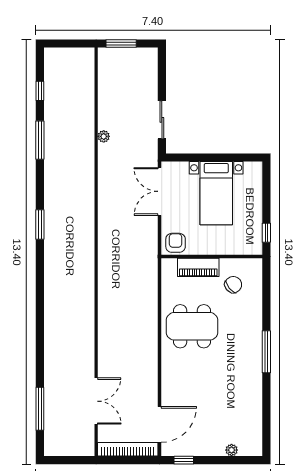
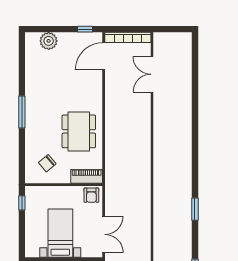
piano: (198, 267) -> (87, 176), moved
dining table: (192, 326) -> (79, 131), turned 90
window: (40, 409) -> (195, 68), removed
plant: (232, 450) -> (49, 41), width x1.87, depth x1.87

